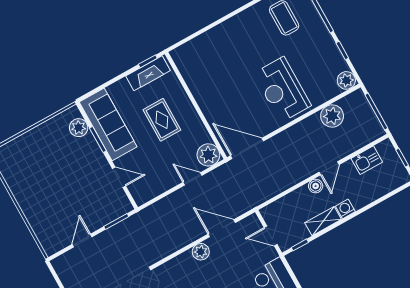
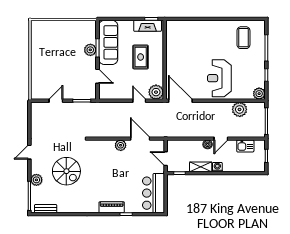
plant: (79, 128) -> (90, 50), moved

